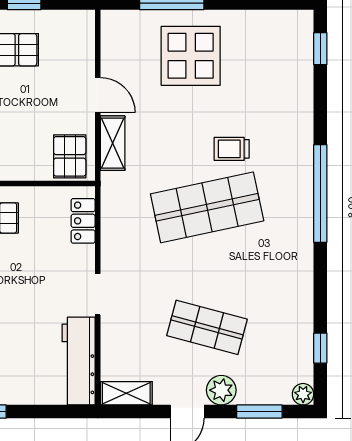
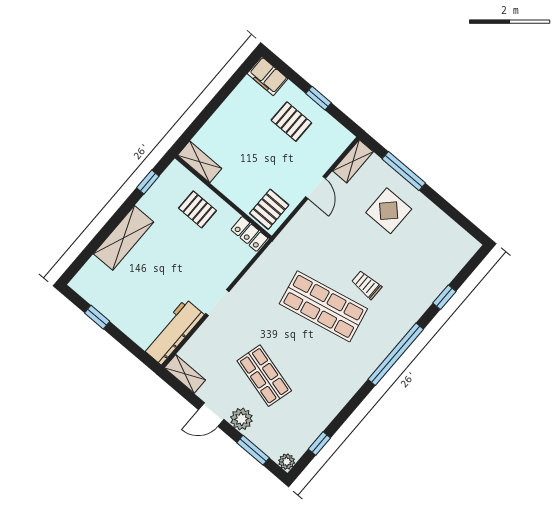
window: (320, 49) -> (444, 297), moved
display table: (191, 56) -> (389, 211), width x0.73, depth x0.73
shelving: (113, 143) -> (353, 161), moved
locker: (83, 221) -> (249, 234), moved, turned -90

